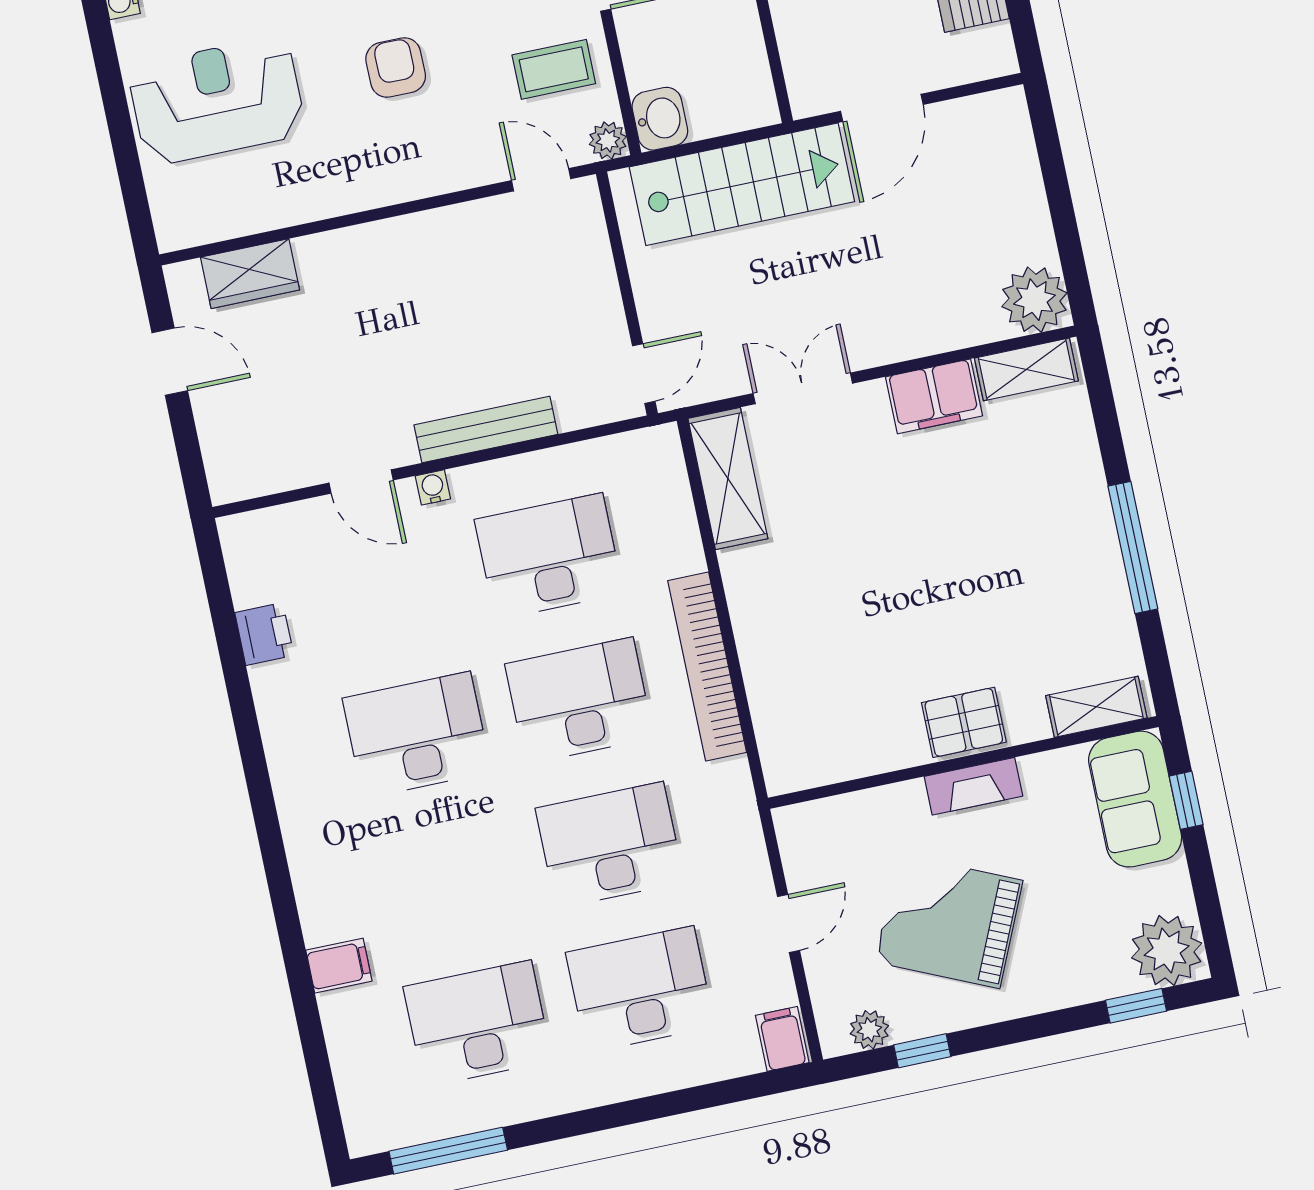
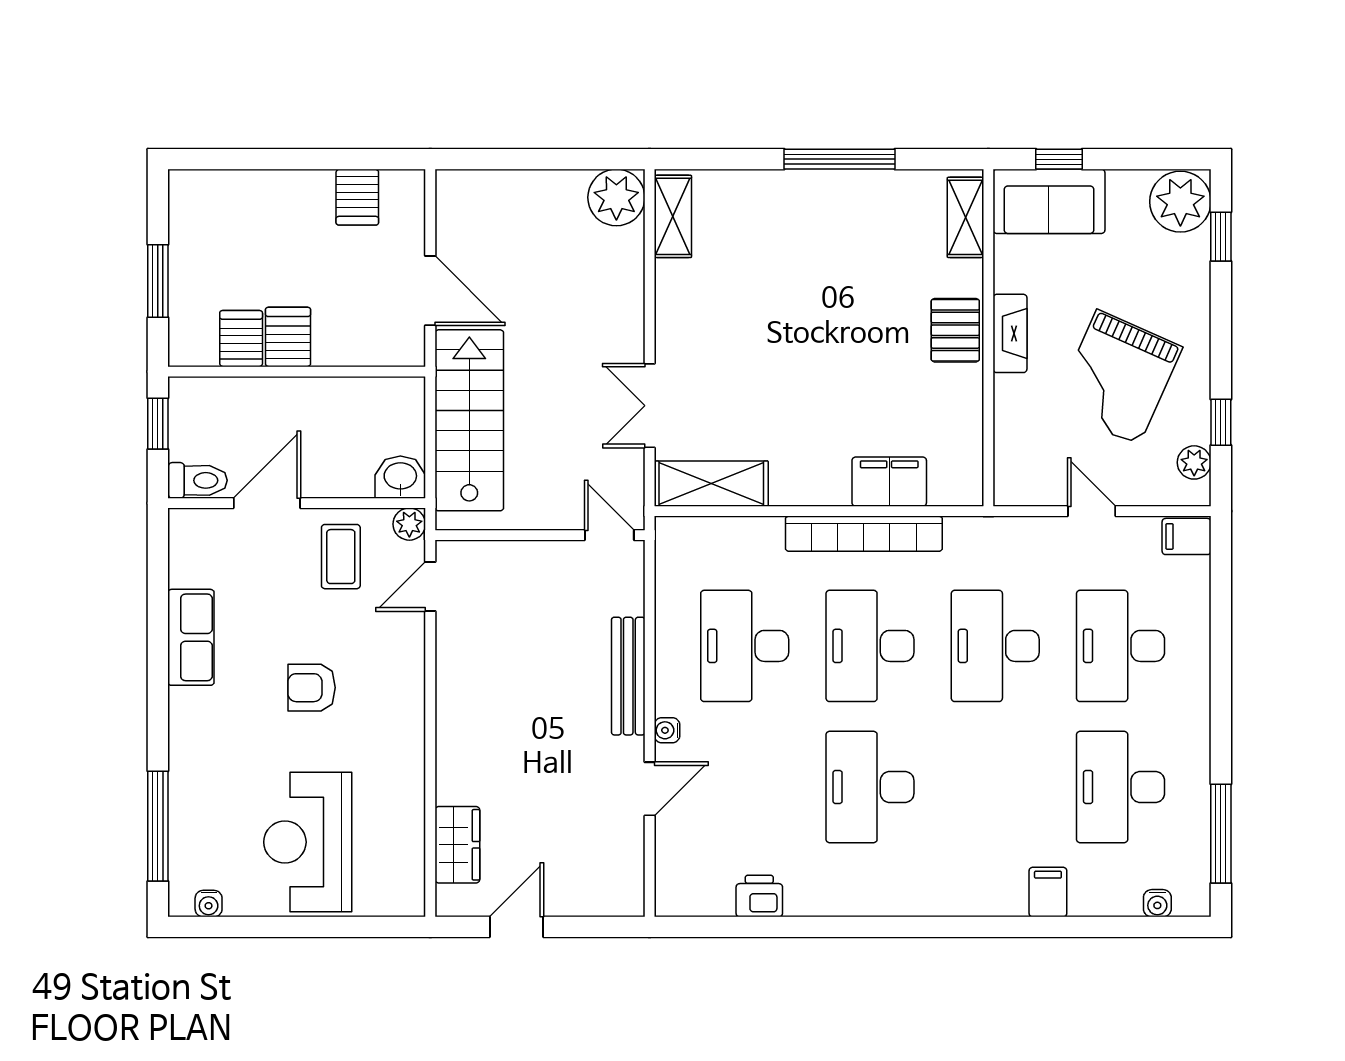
filing cabinet: (934, 396) -> (889, 482), moved, turned -90
water cooler: (353, 1094) -> (1157, 903), added

